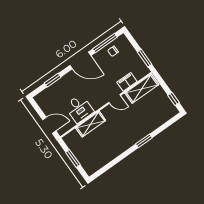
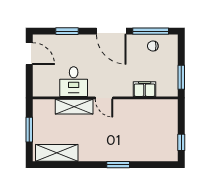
shelving: (142, 89) -> (57, 153), moved
door: (115, 99) -> (104, 98), moved
door: (49, 125) -> (29, 54), moved

